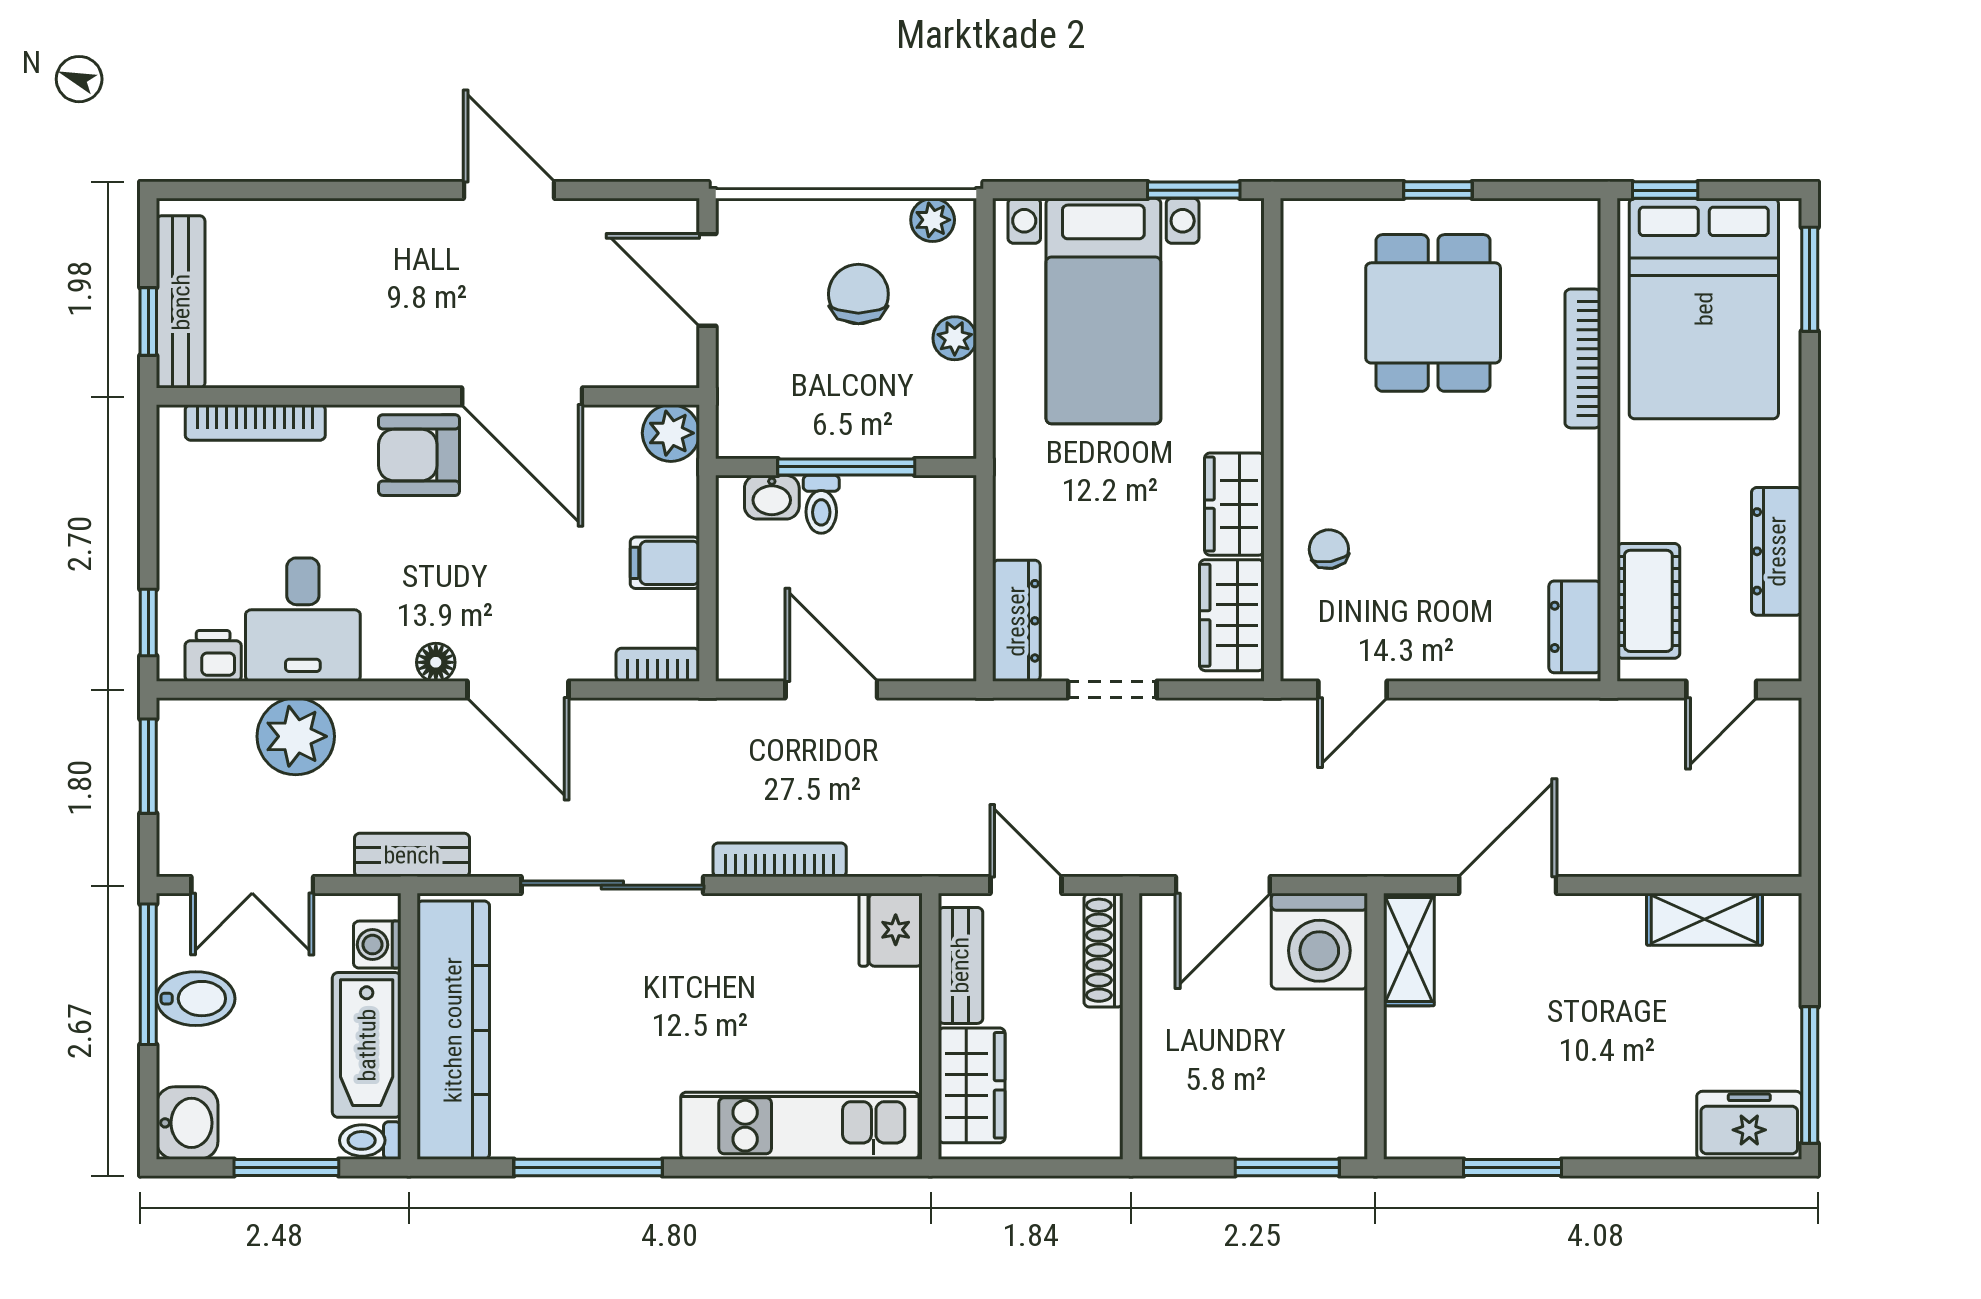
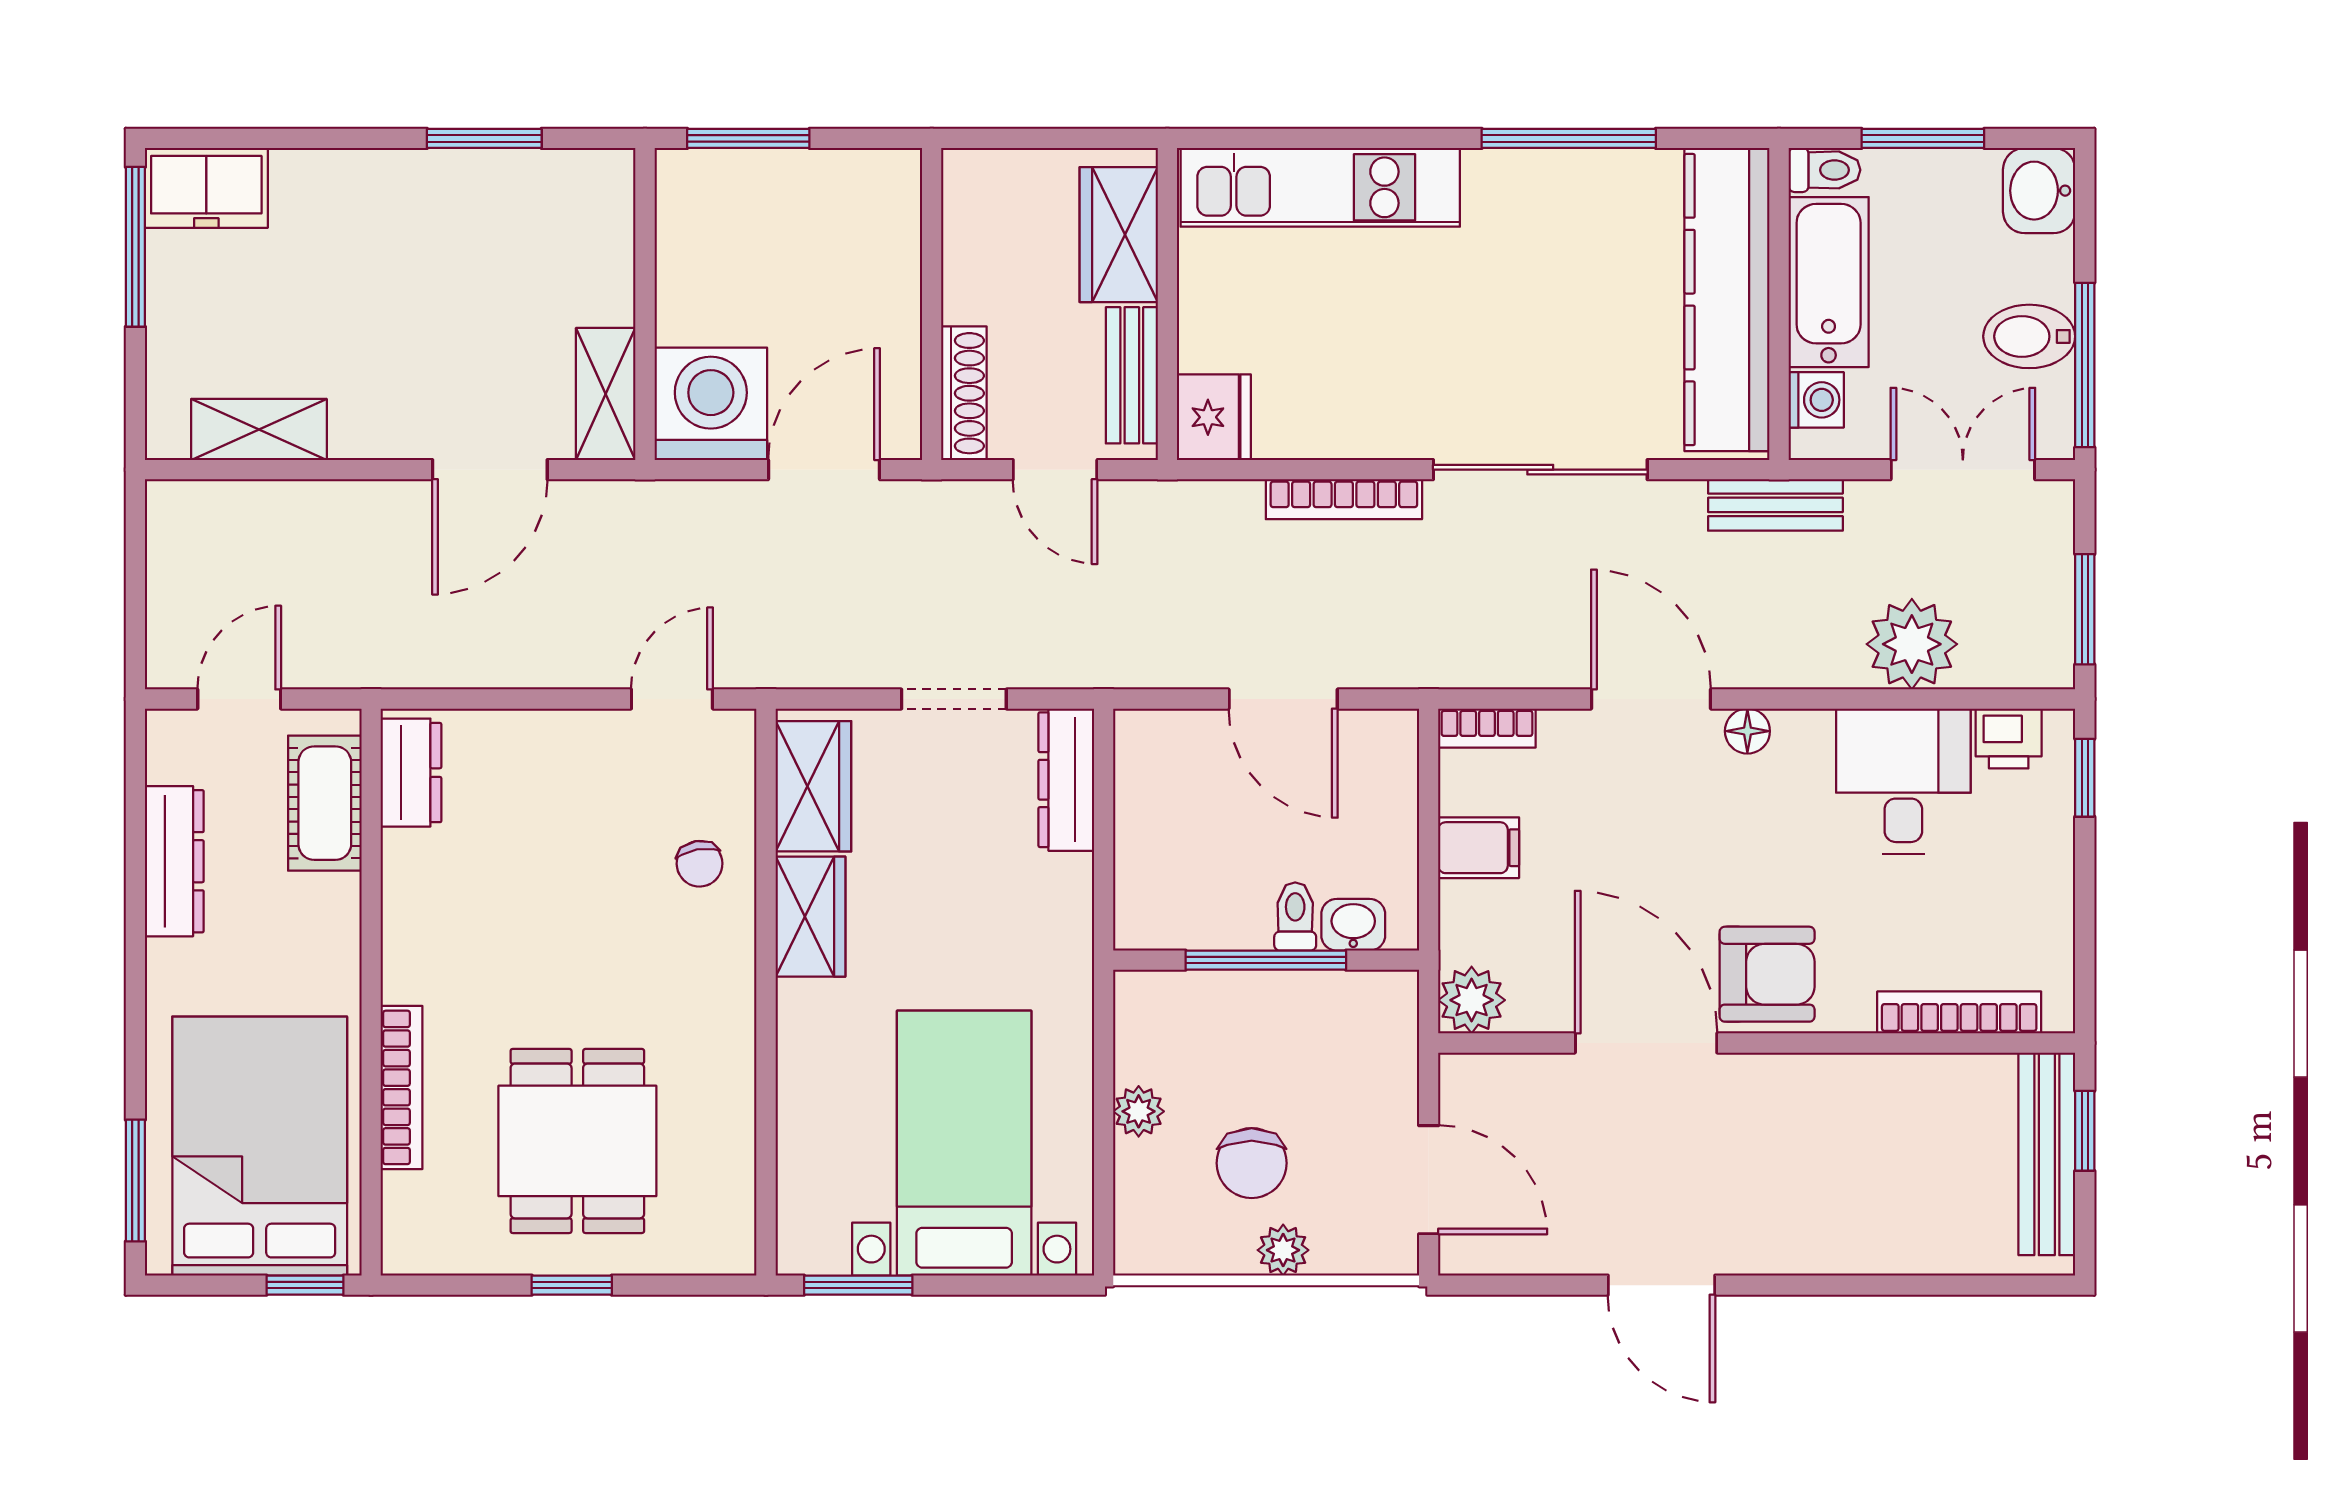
plant: (933, 220) -> (1283, 1250), moved

